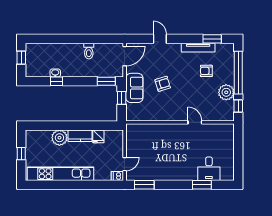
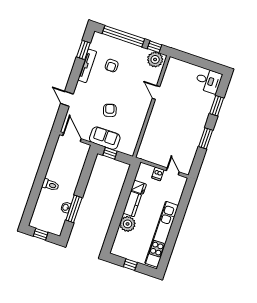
door: (160, 39) -> (67, 99), hinge flipped
toilet: (89, 51) -> (50, 185), moved
window: (56, 81) -> (74, 209), width x2.17
window: (106, 81) -> (90, 162), removed
plant: (226, 92) -> (155, 59), moved
door: (195, 122) -> (156, 92), hinge flipped
desk: (209, 169) -> (208, 81), moved
dishwasher: (117, 176) -> (158, 174), moved
window: (144, 185) -> (206, 138), moved

